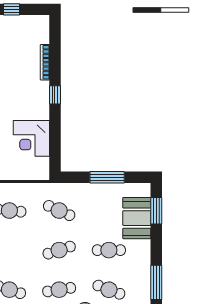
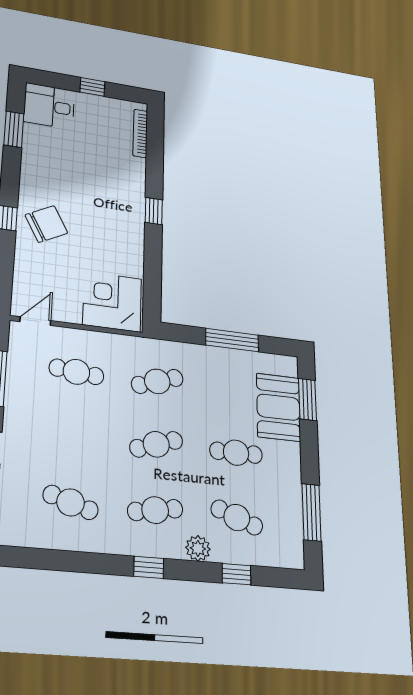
bookcase: (45, 62) -> (140, 133), moved
corner desk: (31, 138) -> (112, 302), moved, turned 90
cafe table: (59, 211) -> (157, 381), turned -42

